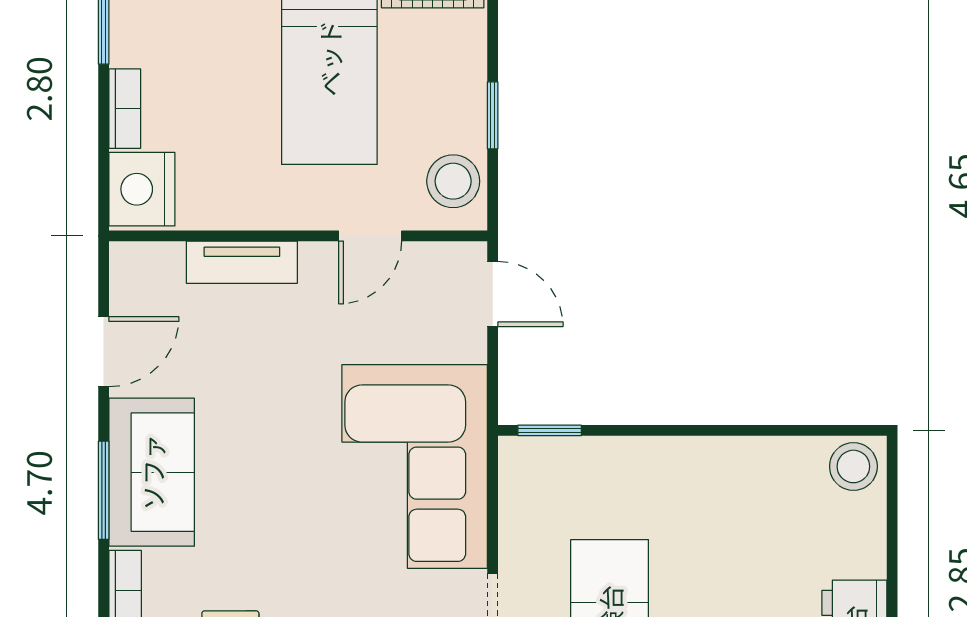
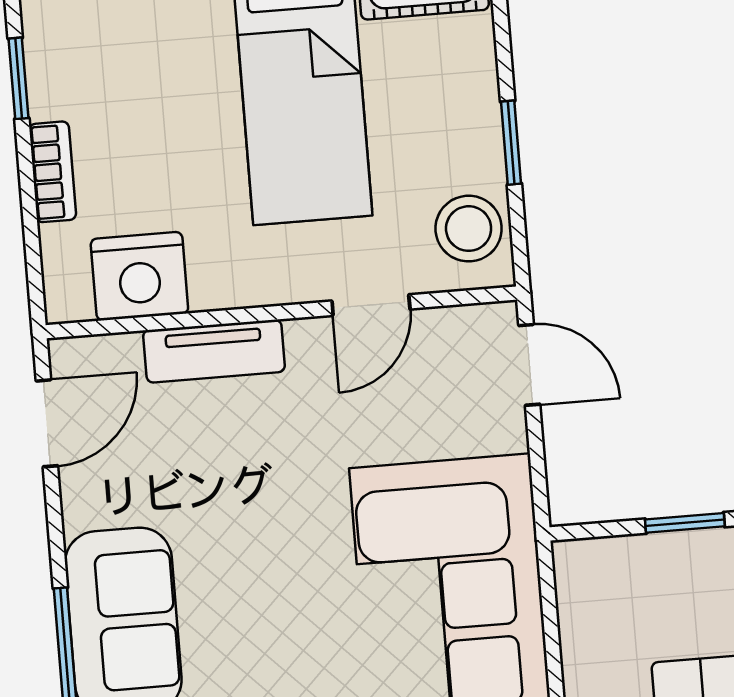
nightstand: (142, 189) -> (139, 276), moved, turned -90
door: (104, 352) -> (47, 423), moved
window: (550, 430) -> (685, 523), moved

